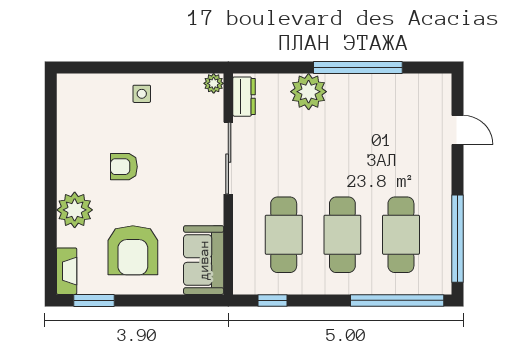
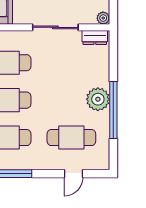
plant: (309, 92) -> (98, 99), moved
cafe table: (401, 133) -> (71, 138), added

